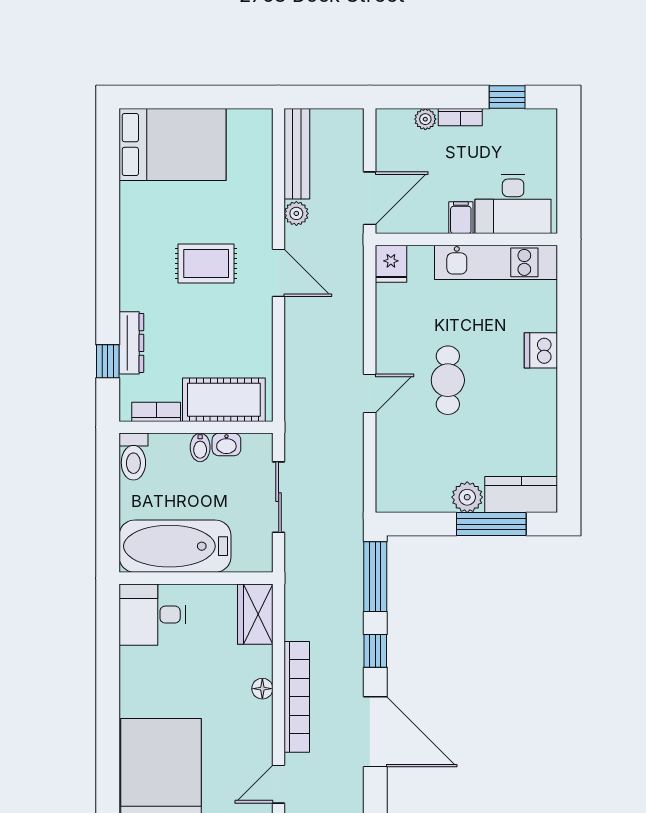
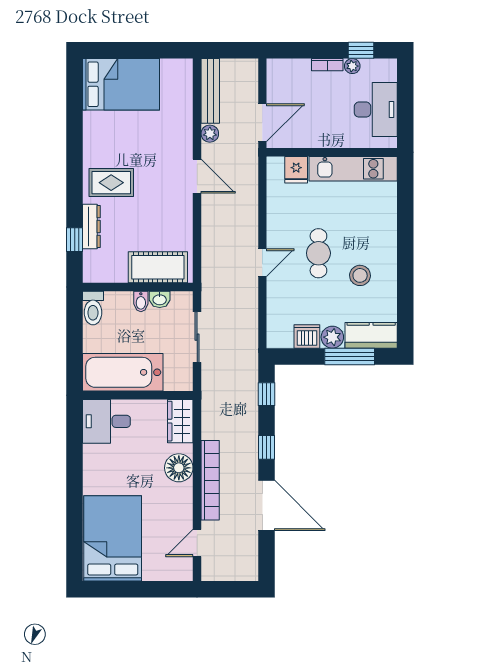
plant: (425, 119) -> (352, 66), moved
desk: (513, 204) -> (376, 110), moved, turned -90
filing cabinet: (461, 218) -> (328, 137), removed
rug: (206, 263) -> (111, 183), moved
fridge: (391, 264) -> (296, 170), moved
dishwasher: (541, 350) -> (307, 336), moved, turned 90
stool: (506, 411) -> (360, 275), added
bookcase: (156, 412) -> (109, 276), removed
window: (375, 577) -> (266, 394), width x0.46
floor lamp: (262, 689) -> (179, 468), width x1.89, depth x1.89

